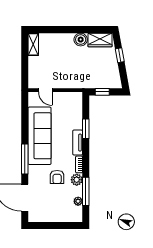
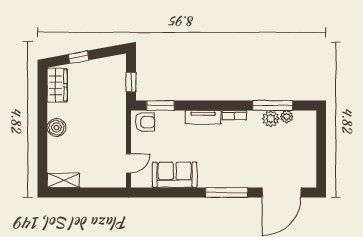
boiler: (81, 40) -> (56, 128), moved
window: (86, 129) -> (160, 105), moved
sofa: (40, 136) -> (175, 175), width x0.54, depth x0.79
armchair: (57, 177) -> (145, 122), moved
plant: (77, 180) -> (271, 119), moved

